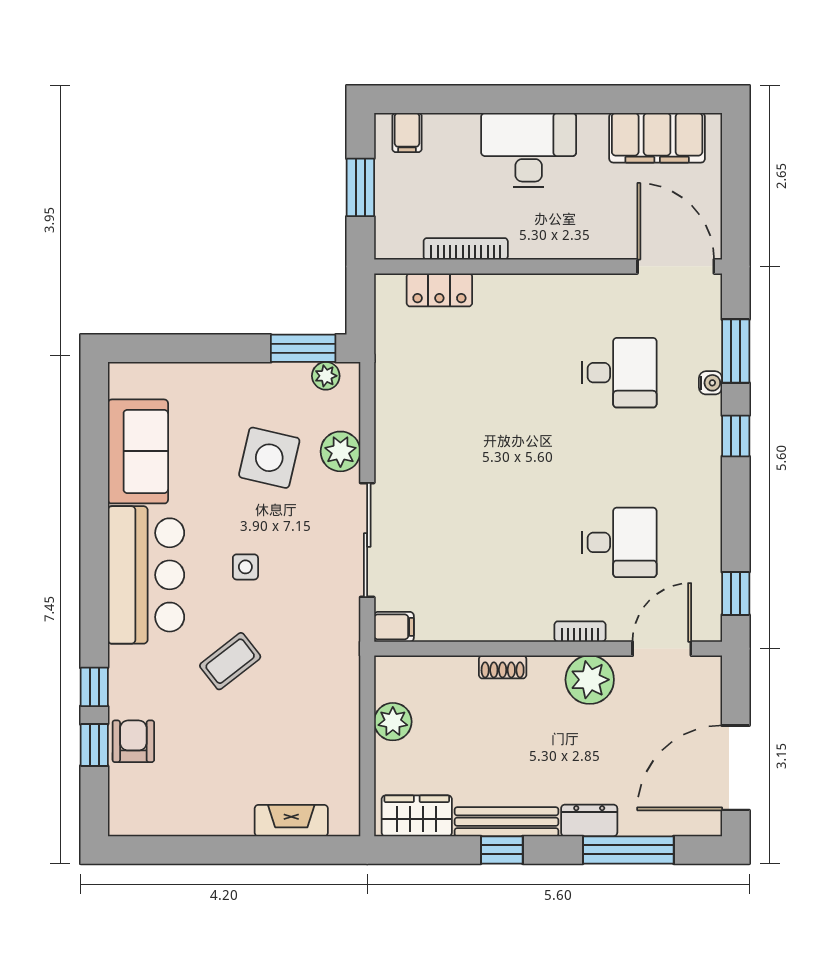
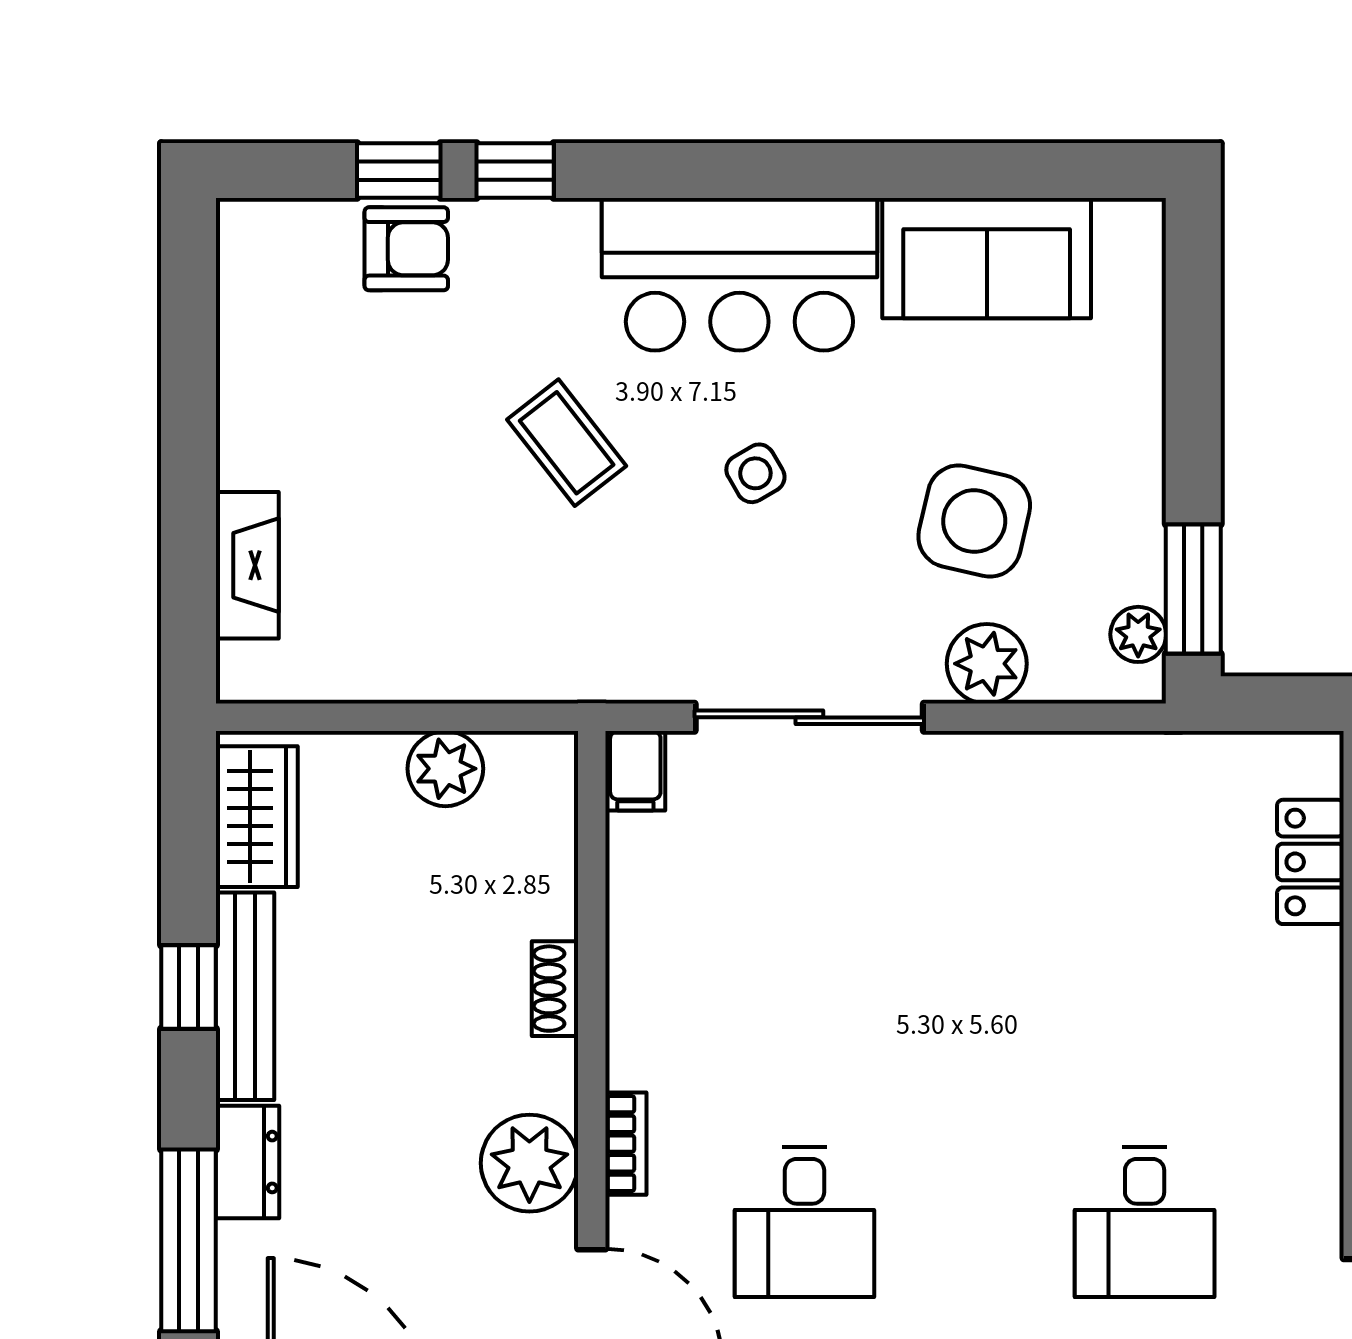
side table: (245, 567) -> (755, 473), turned -30

